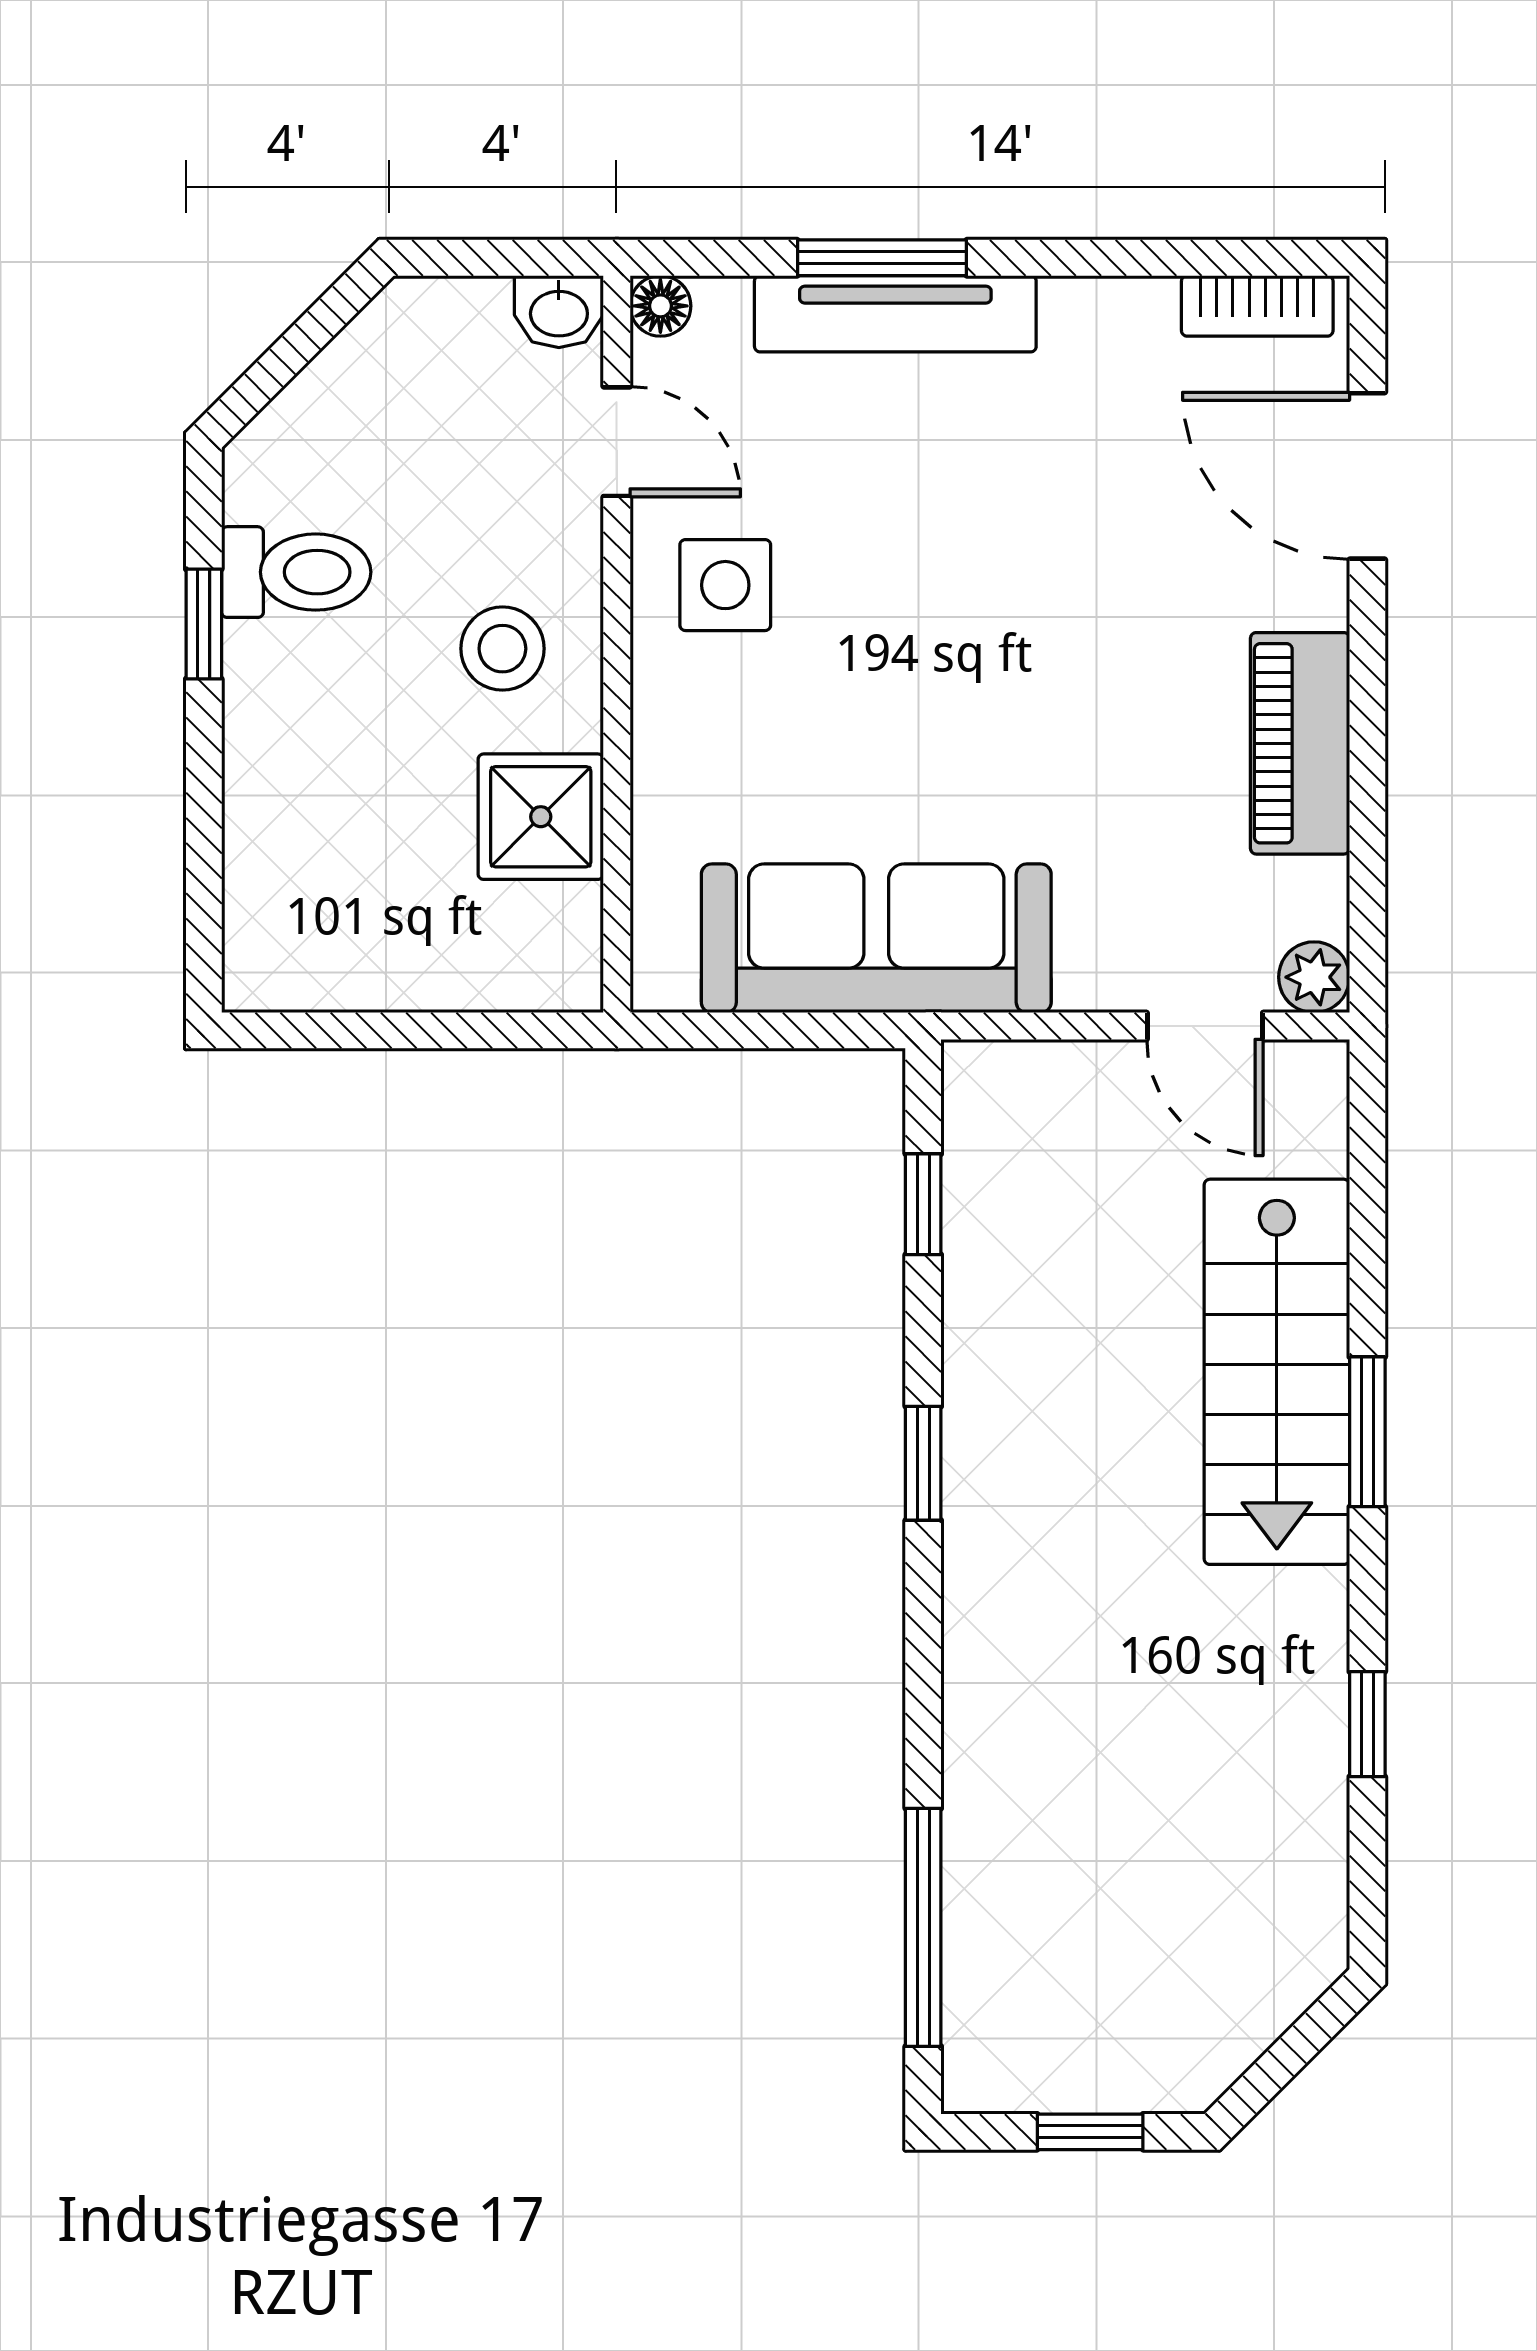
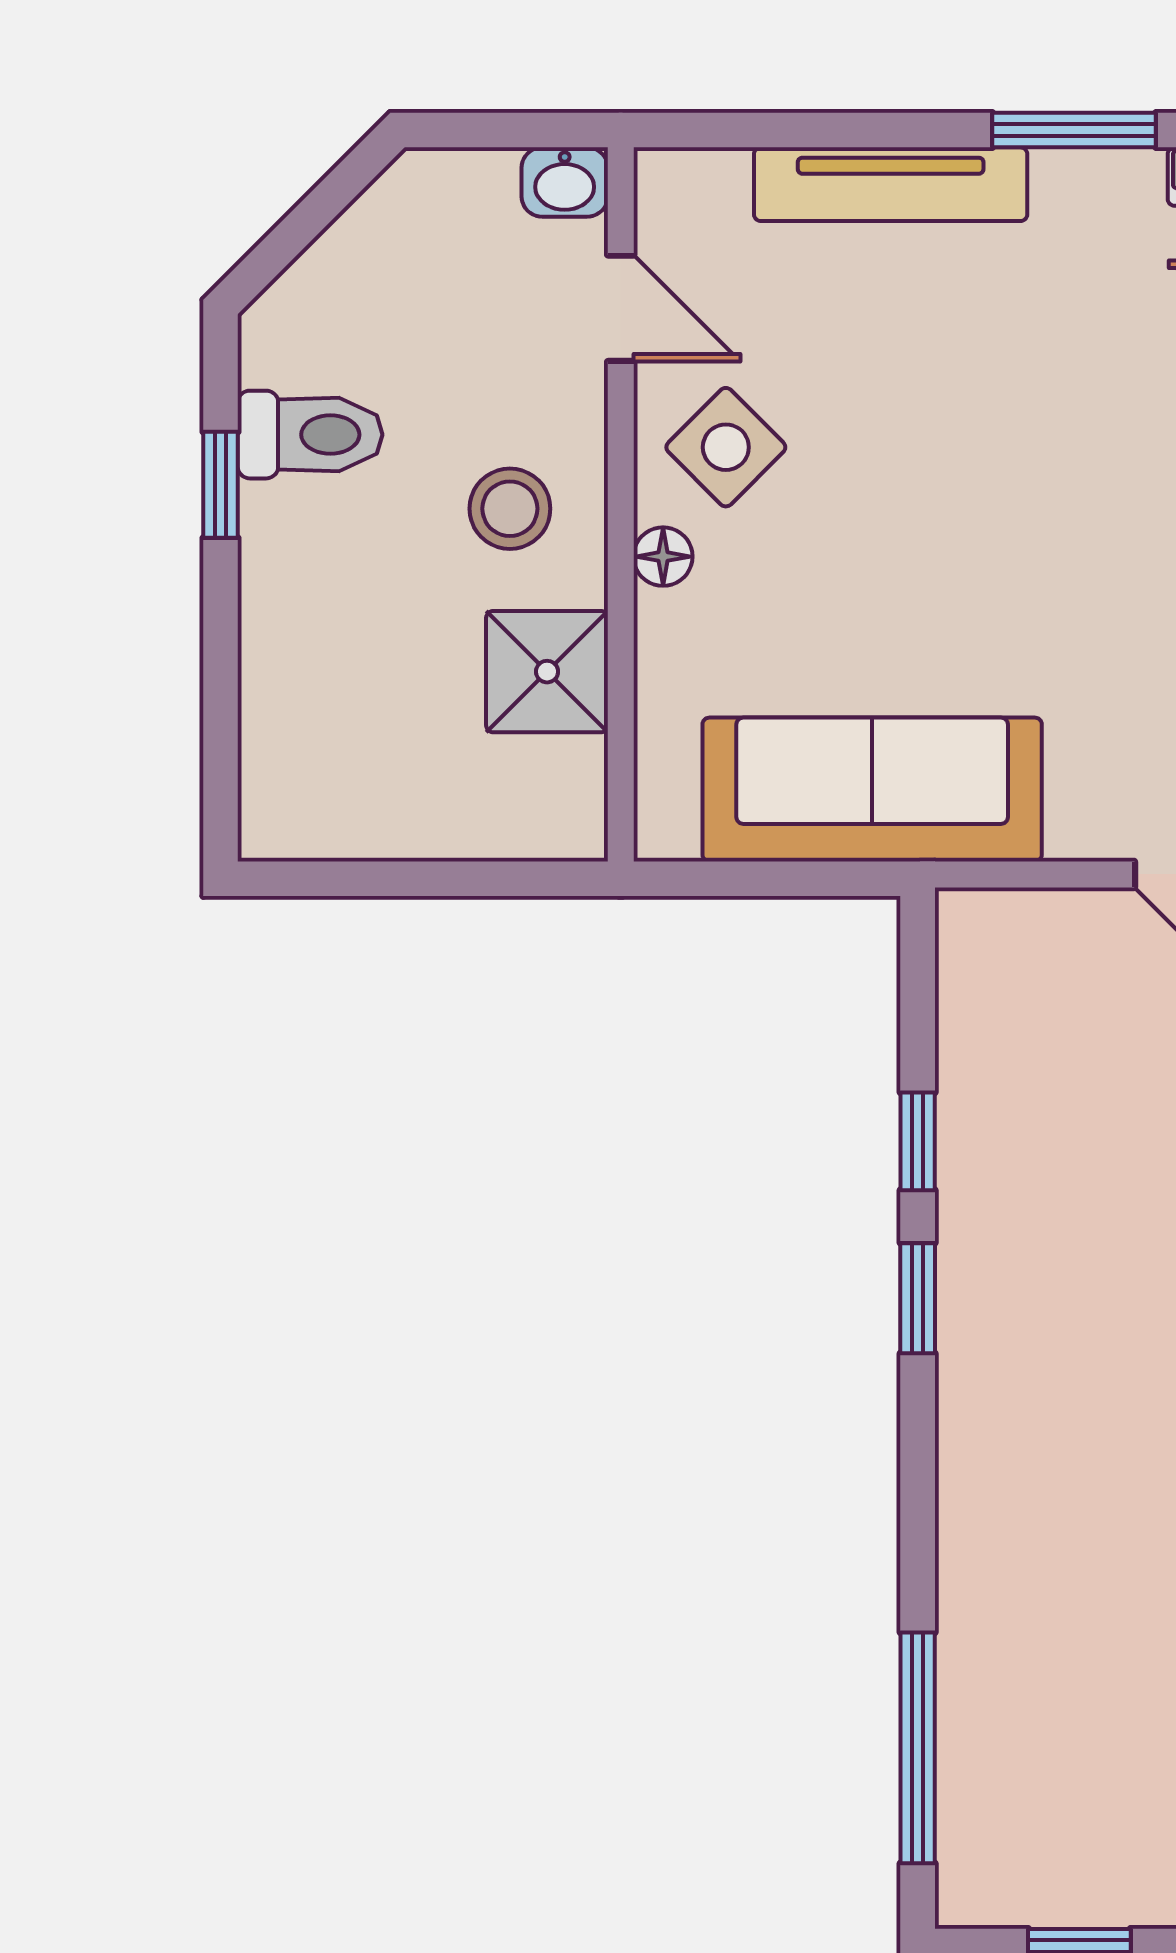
window: (882, 258) -> (1074, 130), moved
floor lamp: (660, 306) -> (663, 557), moved
side table: (725, 585) -> (726, 447), turned 45
window: (923, 1204) -> (918, 1141), moved

